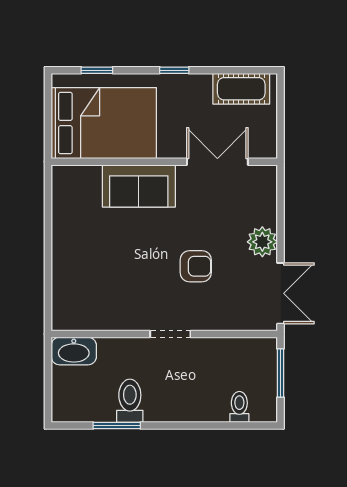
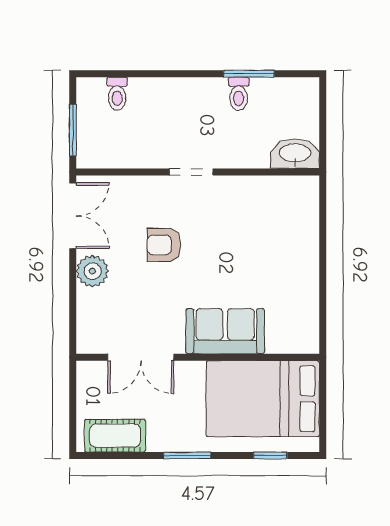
window: (174, 70) -> (187, 455), width x1.50
double door: (281, 293) -> (73, 216), swing flipped
toilet: (130, 401) -> (239, 94), width x0.73, depth x0.72

